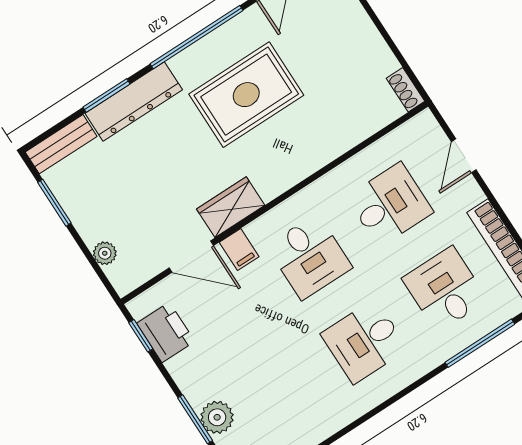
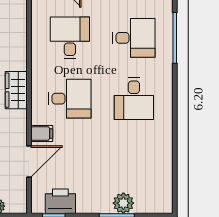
wardrobe: (231, 207) -> (16, 90), moved
desk: (445, 289) -> (134, 38), turned 180

